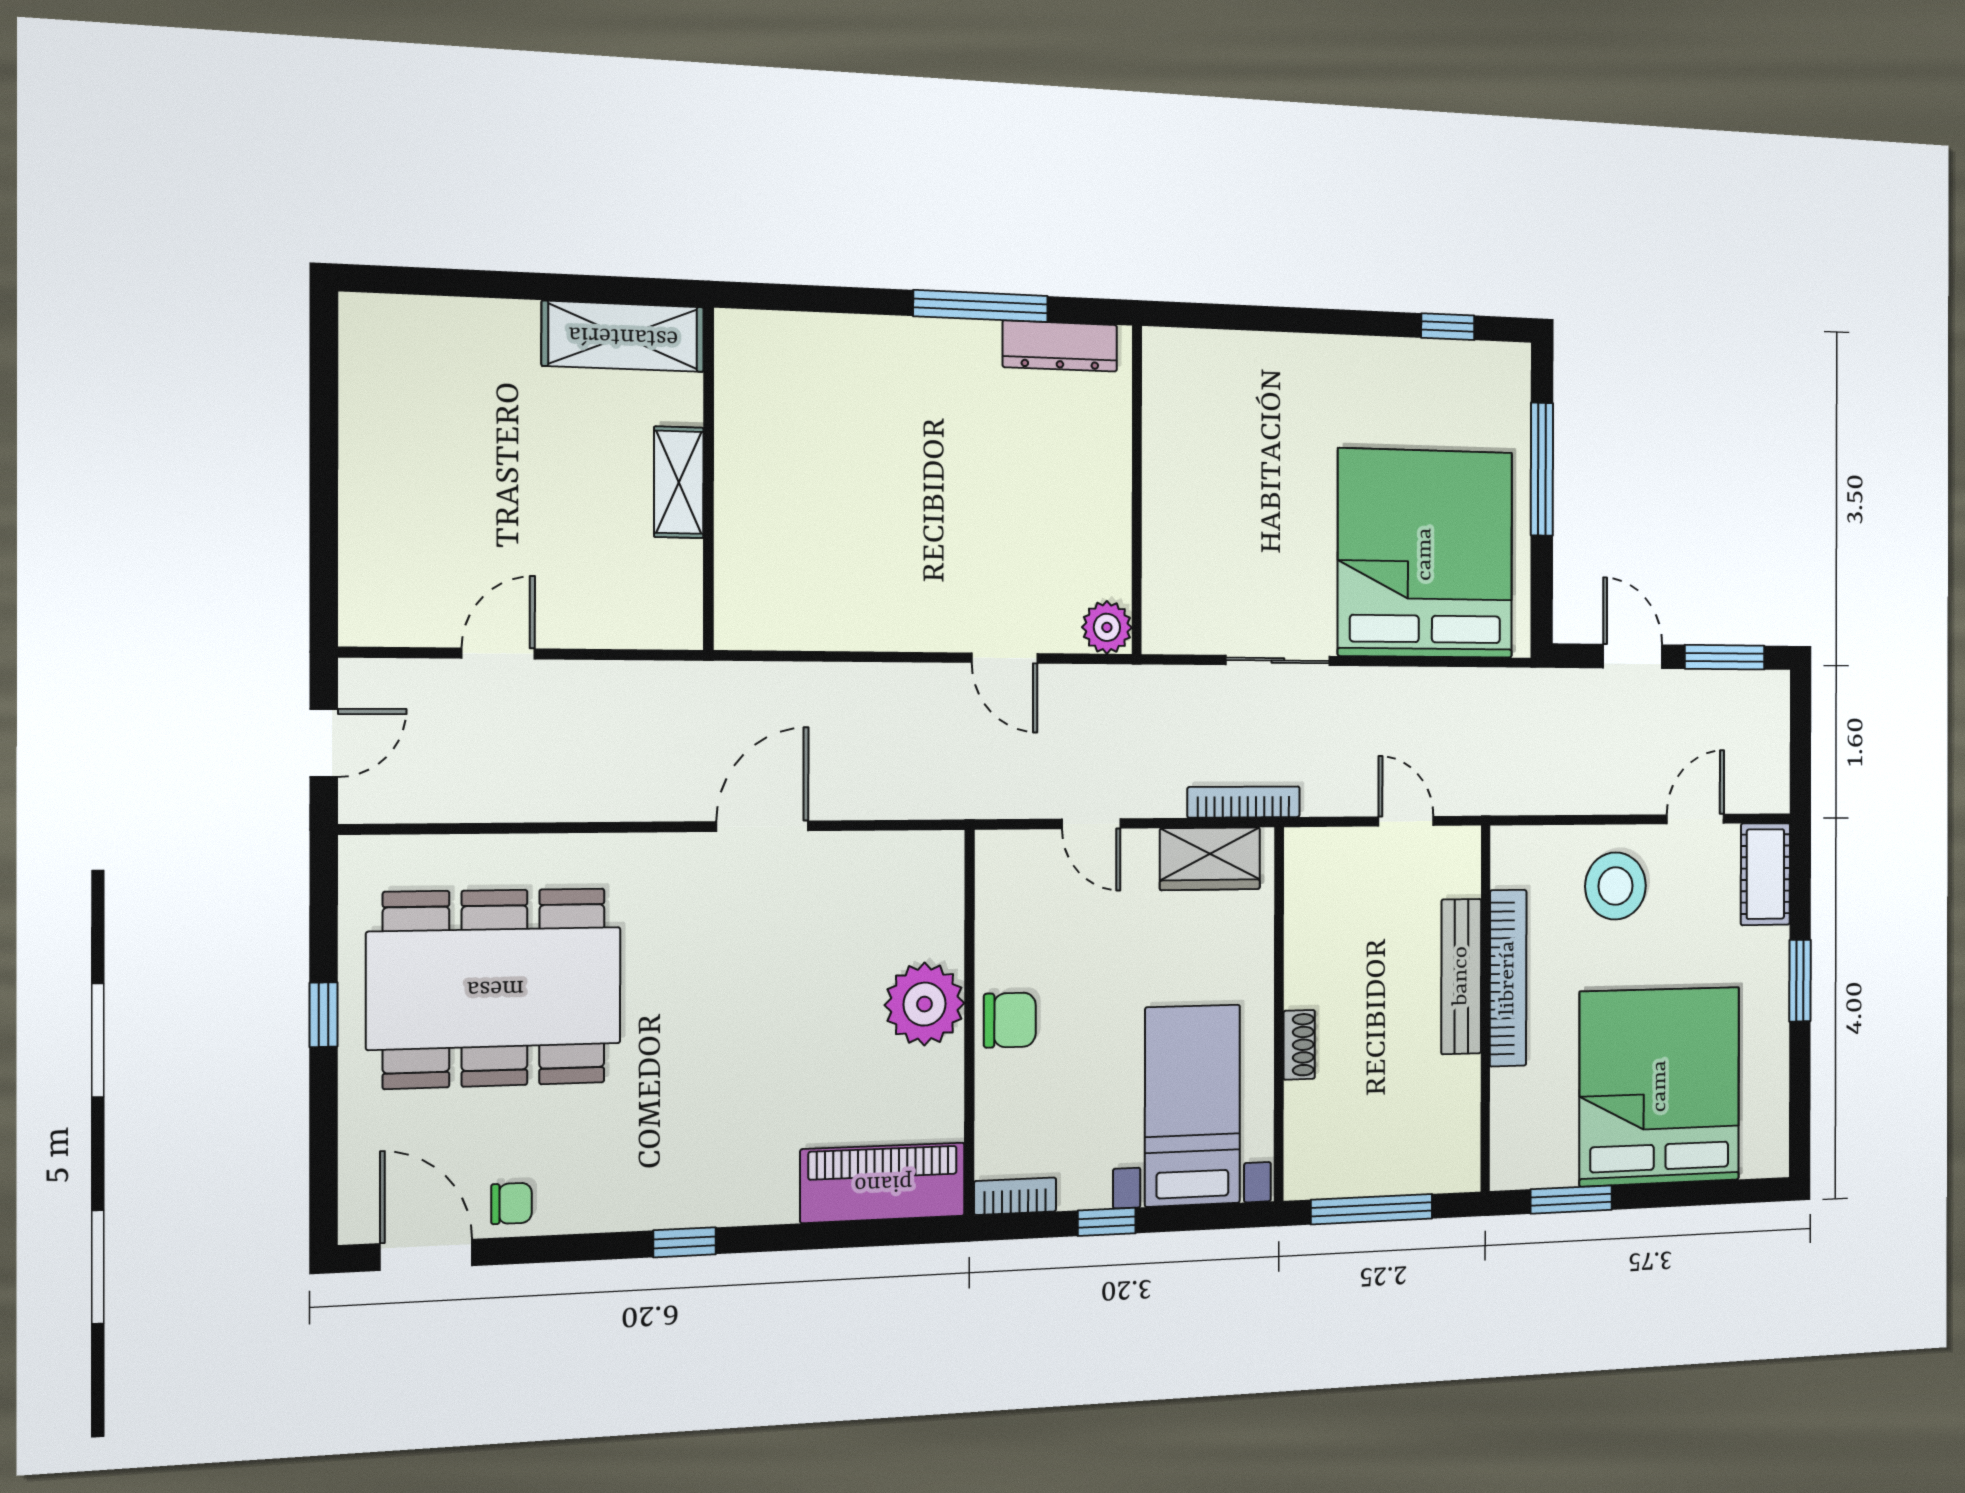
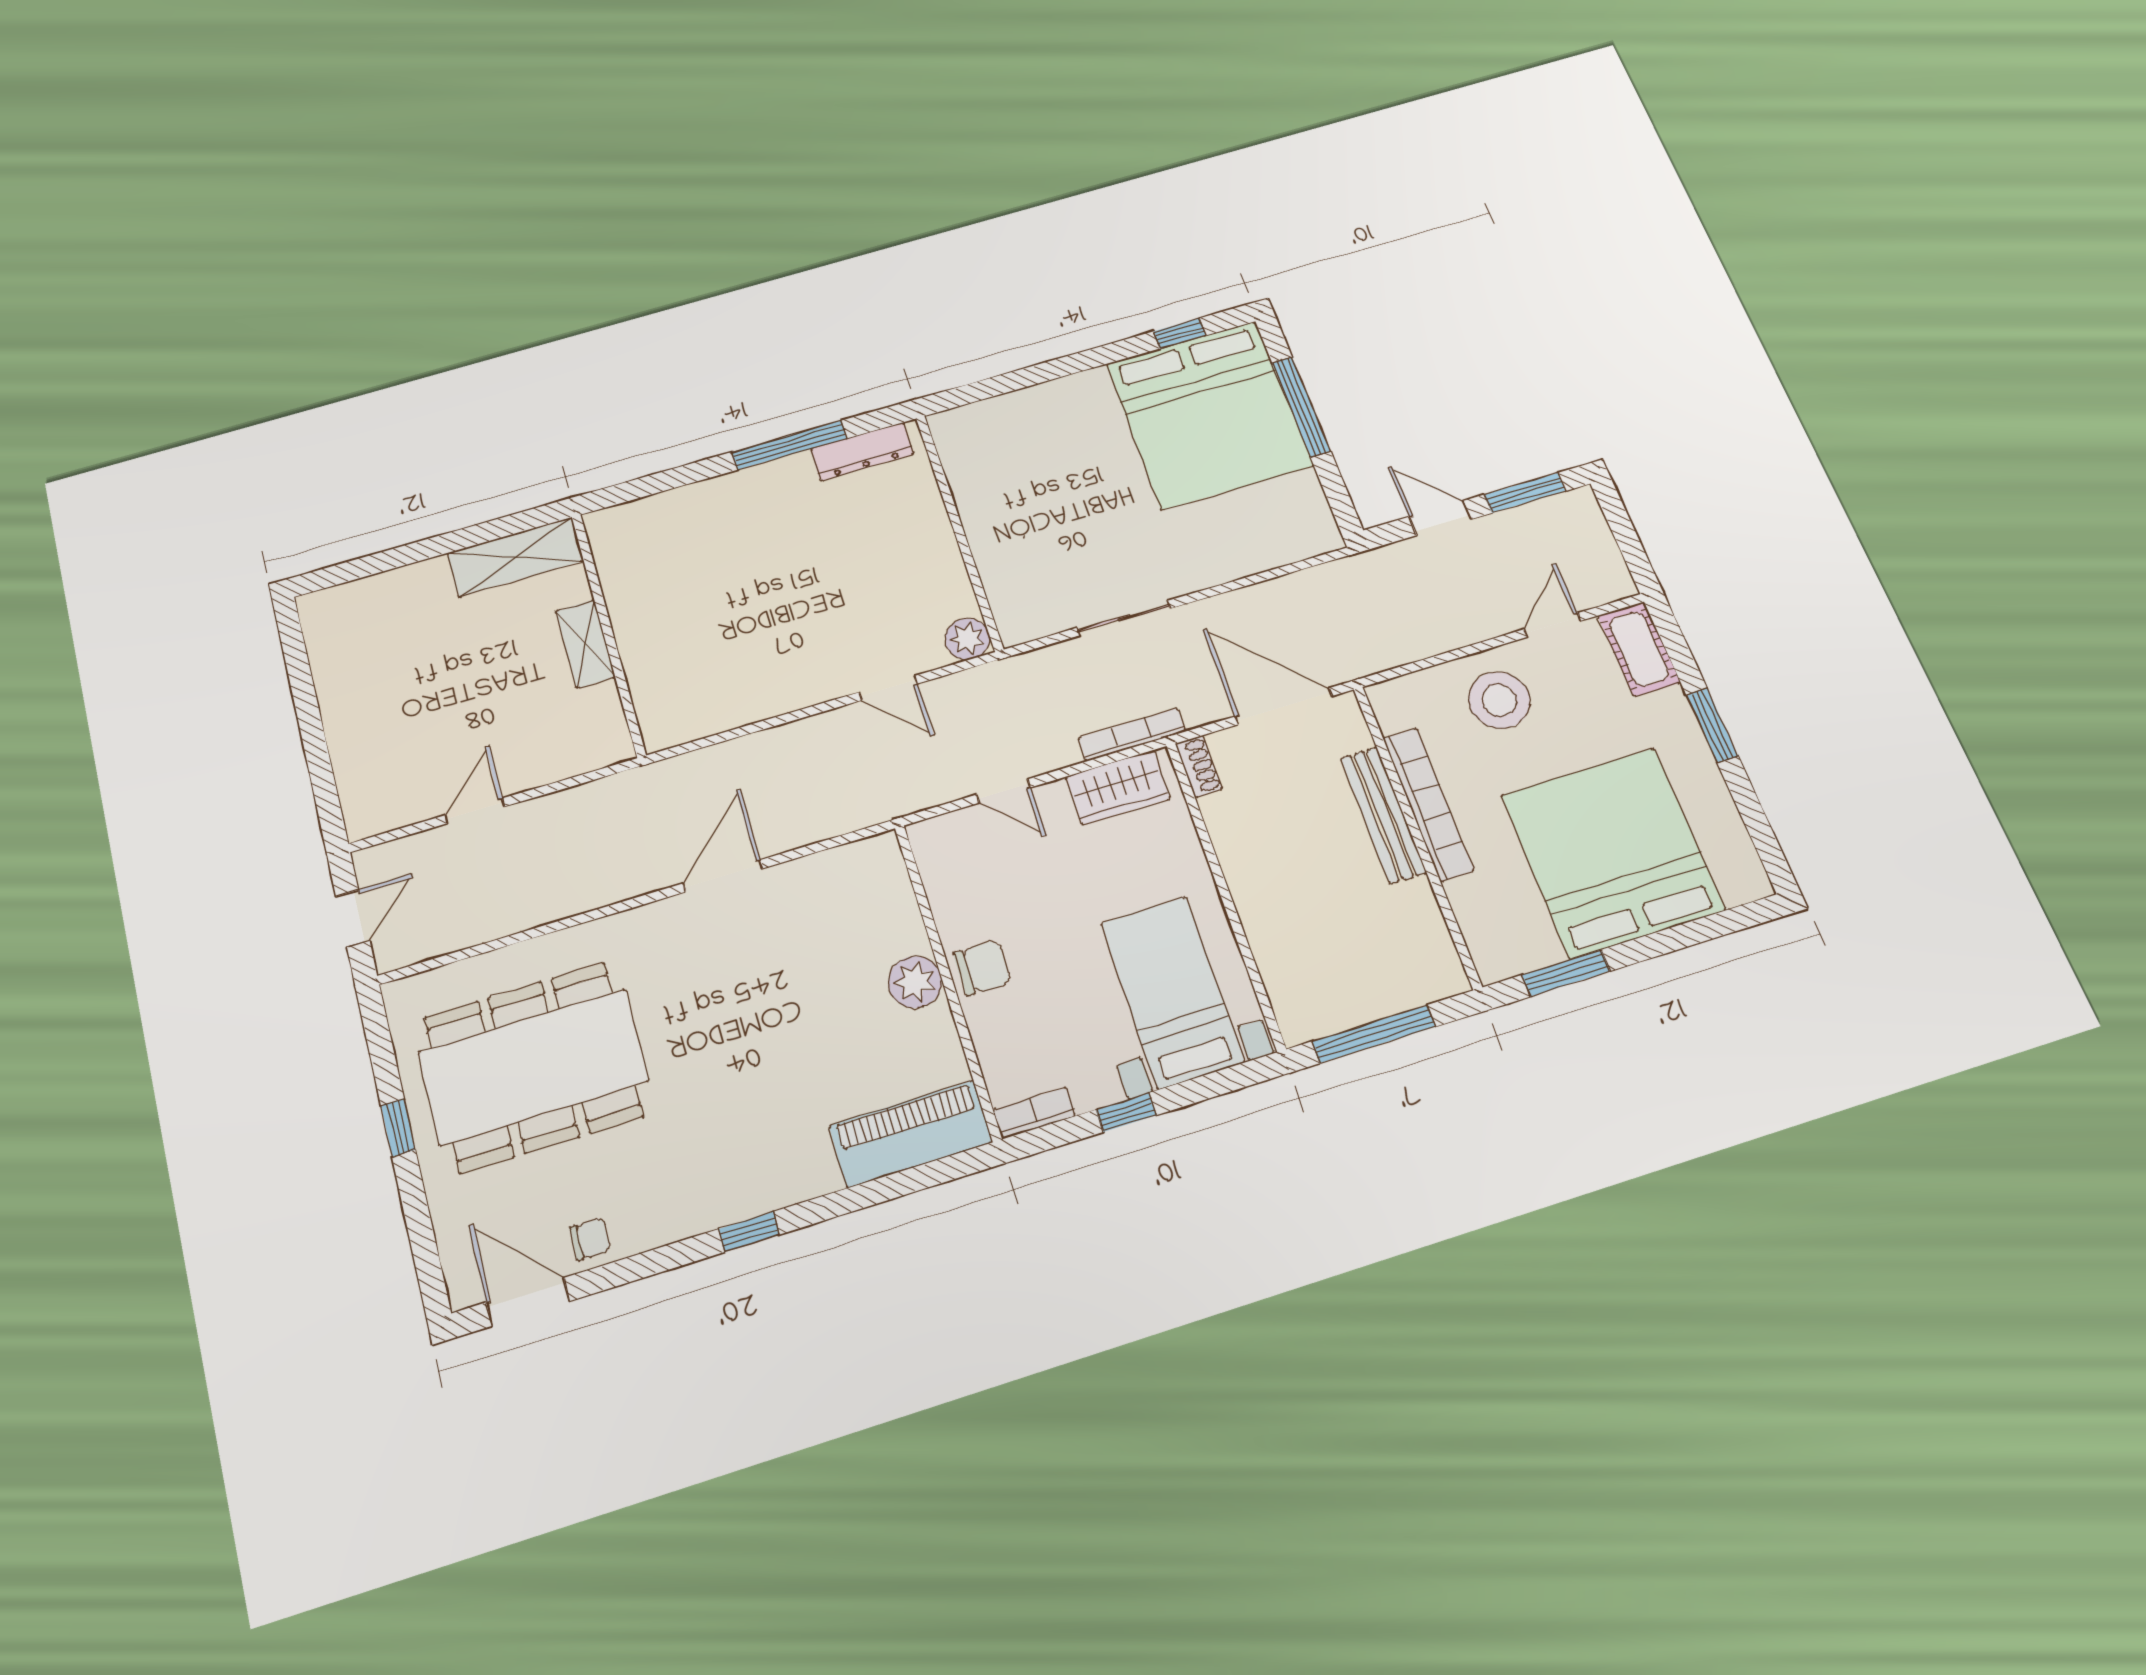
bed: (1425, 554) -> (1209, 414), moved, turned 180
door: (1406, 821) -> (1284, 706), width x1.87
plant: (924, 1004) -> (915, 982), width x0.73, depth x0.73
shoe rack: (1299, 1045) -> (1199, 766), moved

